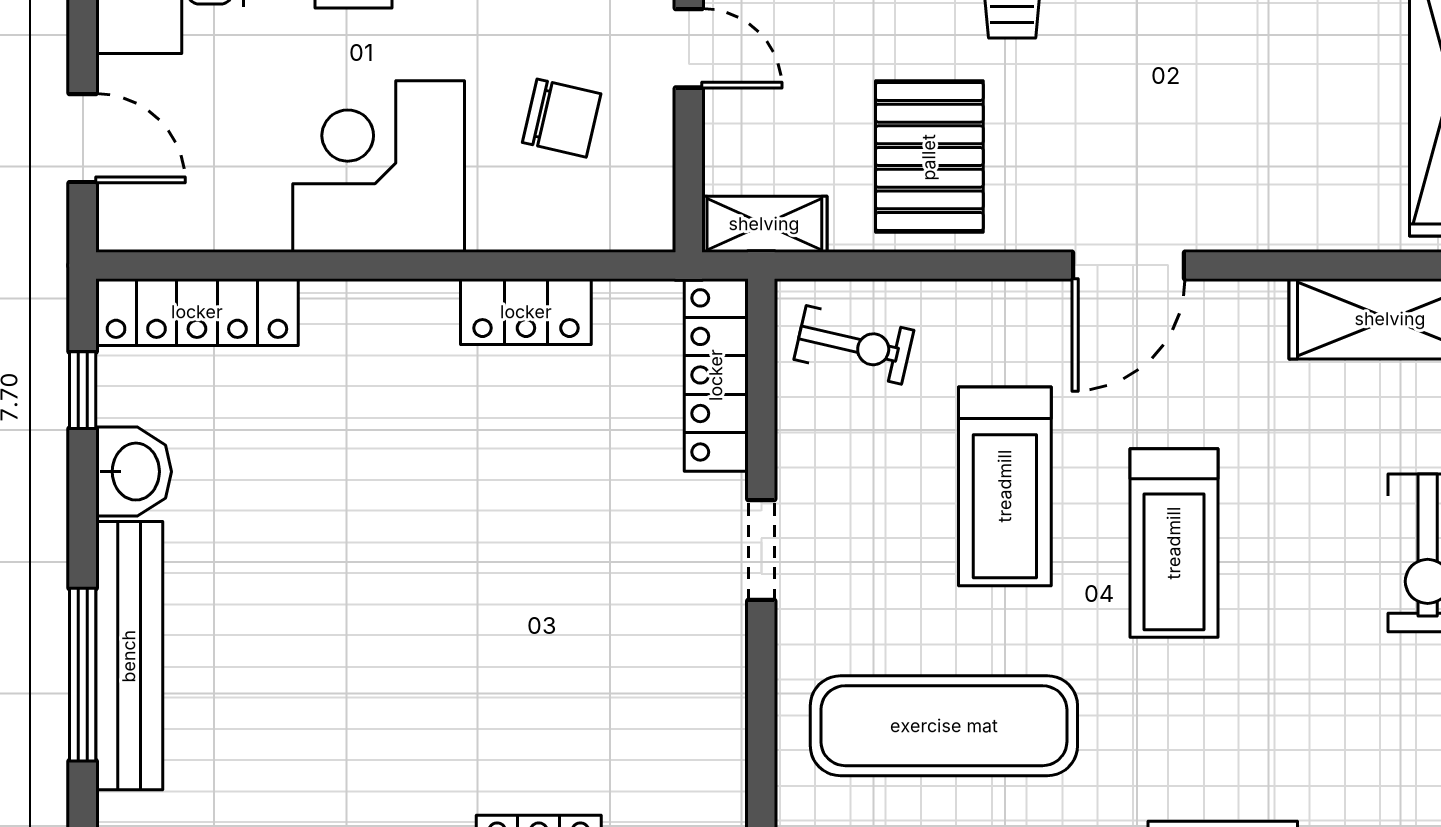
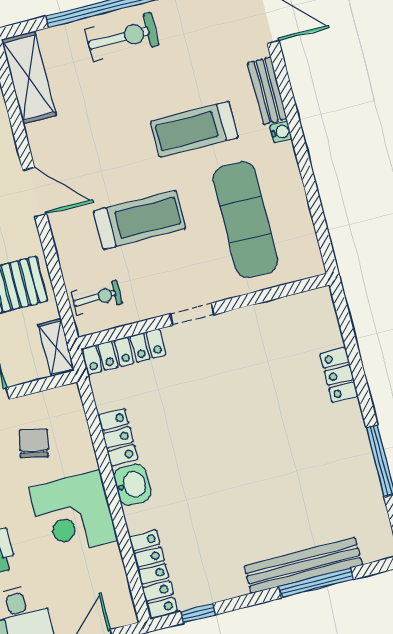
exercise bike: (854, 345) -> (97, 298), turned 77
washbasin: (134, 472) -> (132, 485), moved, turned 90
treadmill: (1174, 543) -> (194, 129), moved, turned 180

